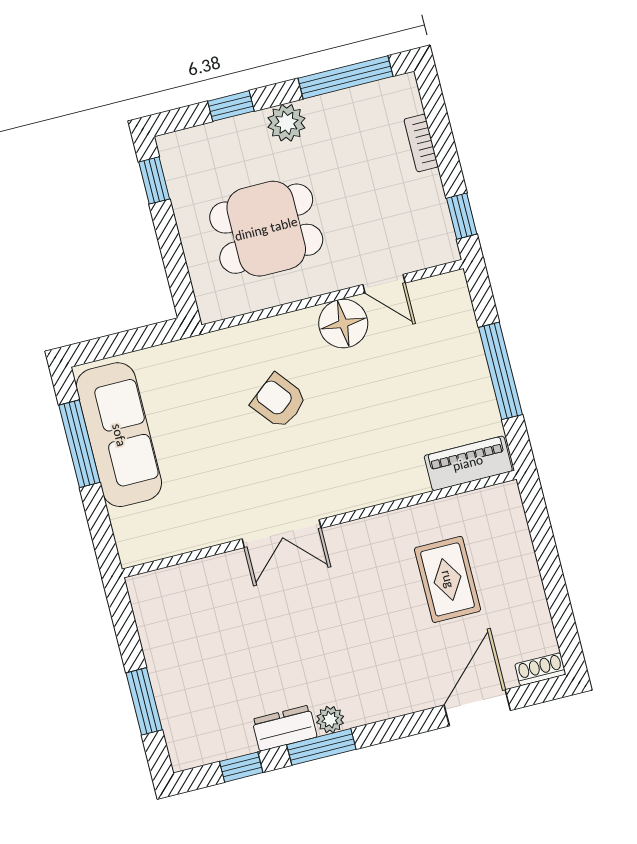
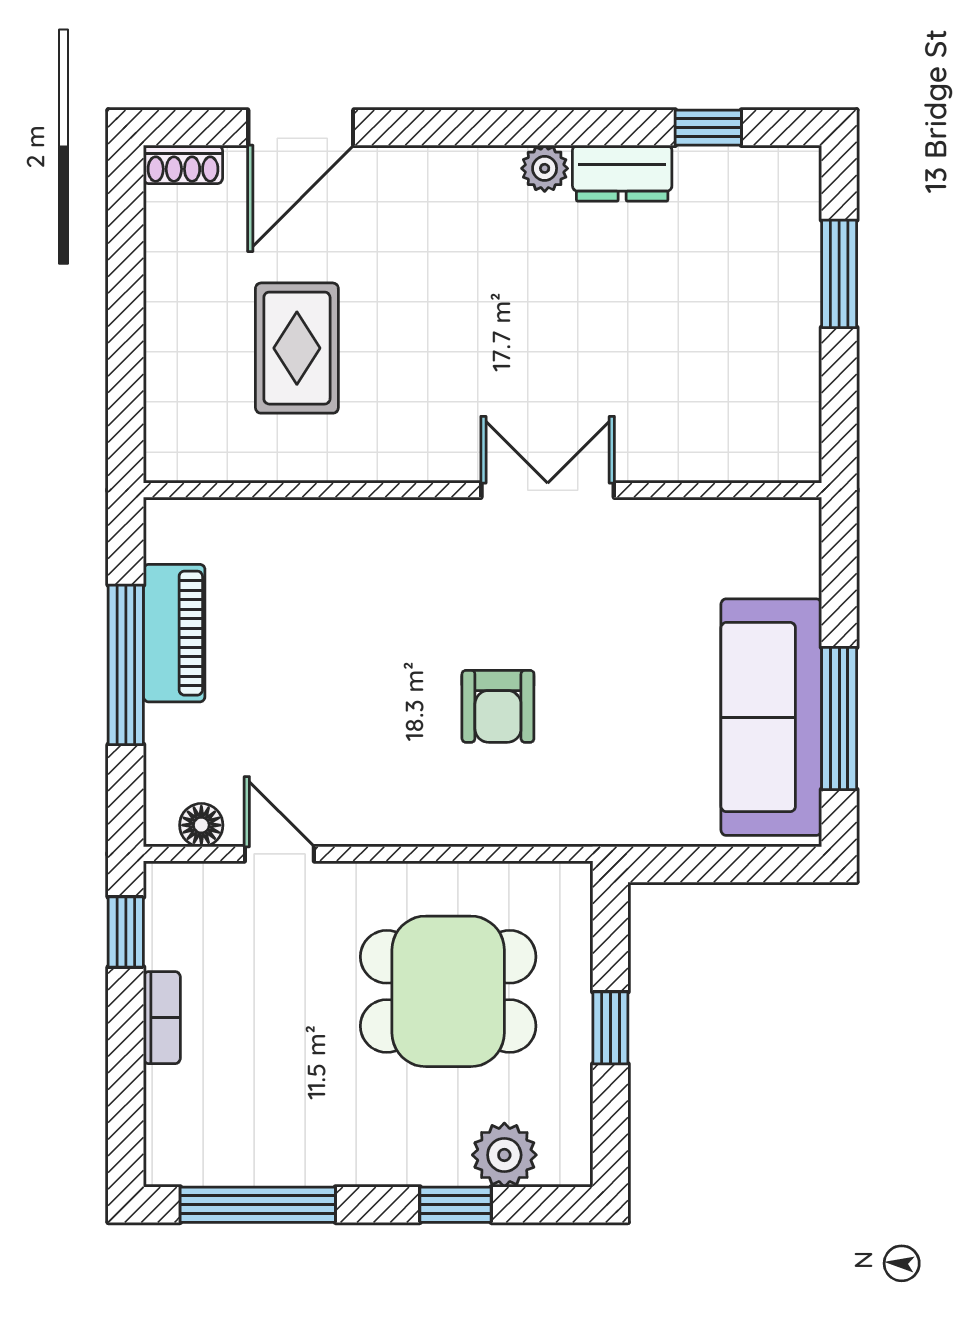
plant: (286, 123) -> (504, 1155), moved
bookcase: (421, 143) -> (162, 1018), moved
window: (154, 180) -> (610, 1028), moved
floor lamp: (343, 324) -> (201, 825), moved, width x0.53, depth x0.53
armchair: (279, 401) -> (498, 706), turned 39
piano: (468, 463) -> (174, 633), moved, turned -90
window: (321, 747) -> (570, 128), removed

